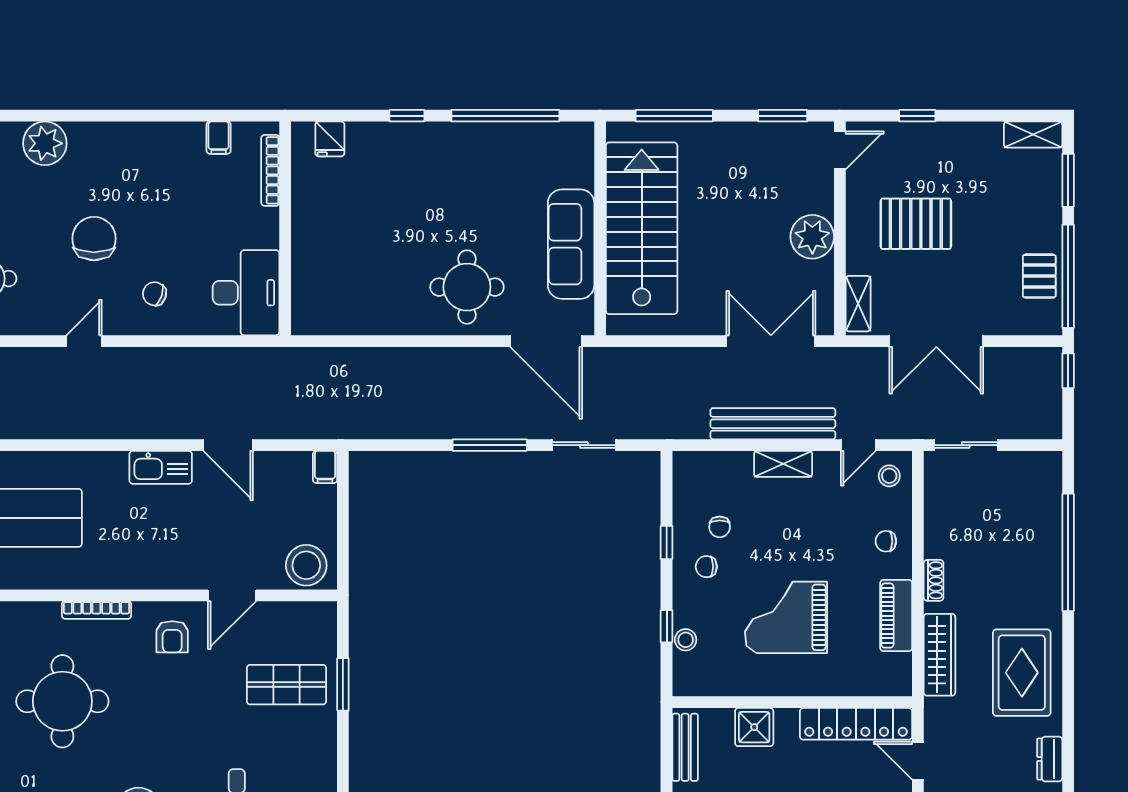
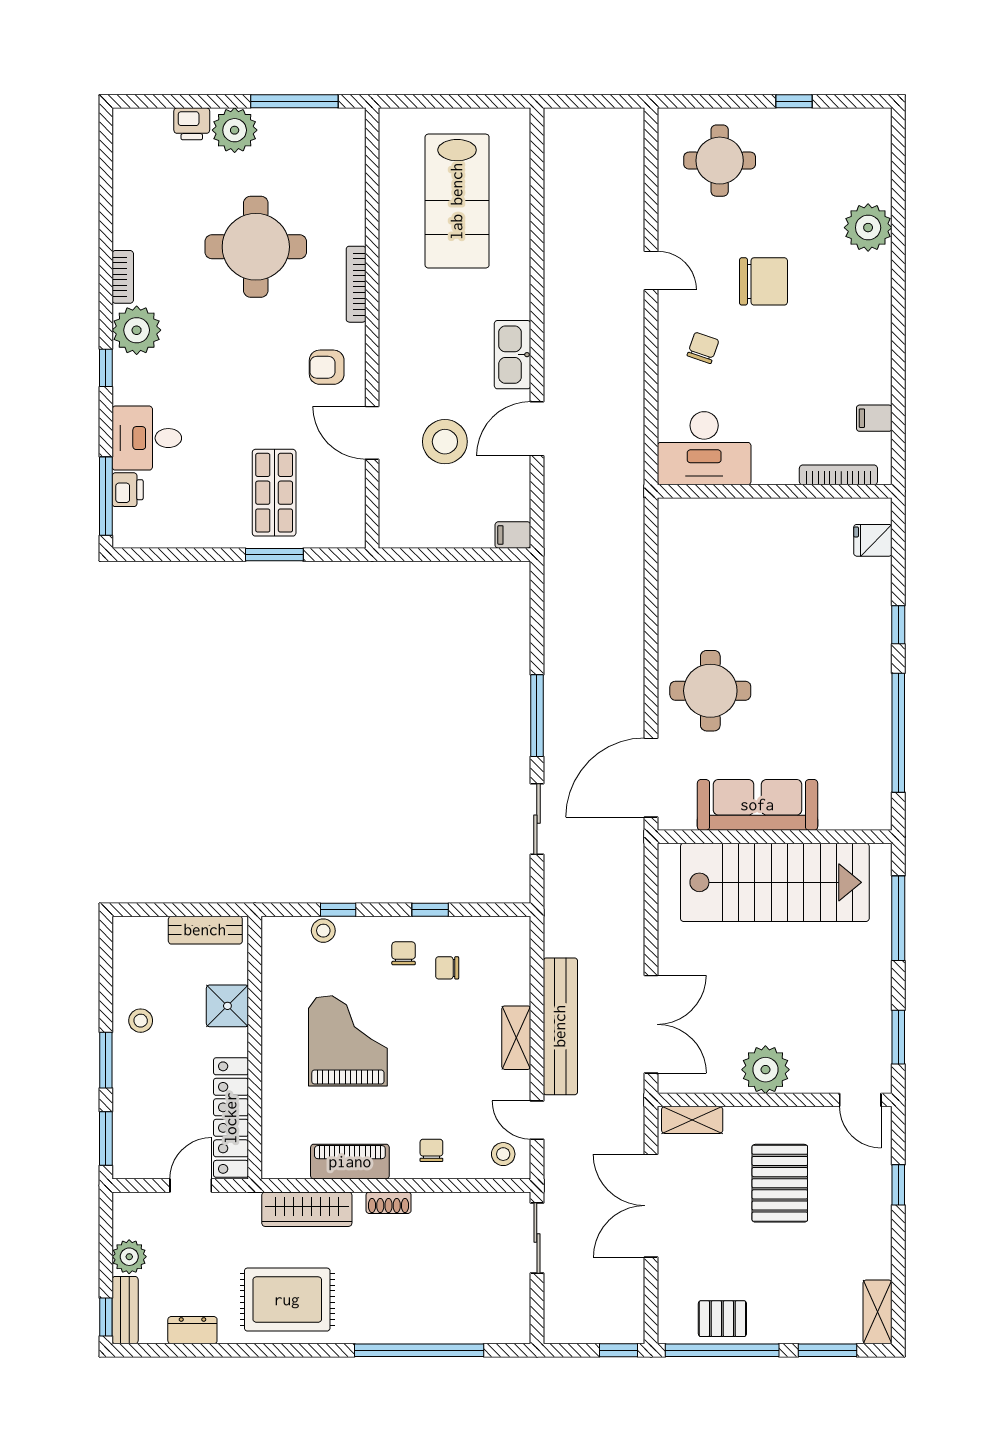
stool: (306, 565) -> (445, 442), moved

